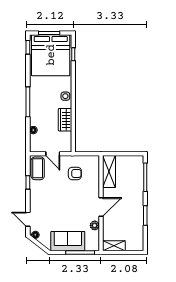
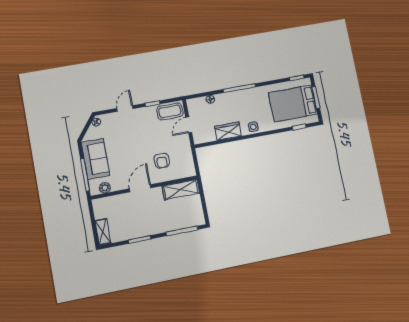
bed: (51, 55) -> (293, 103), width x0.73
armchair: (75, 173) -> (162, 161), moved
door: (101, 207) -> (140, 188), swing flipped
door: (28, 219) -> (125, 109), moved
plant: (95, 225) -> (105, 188), moved
shelving: (114, 246) -> (103, 232), moved

